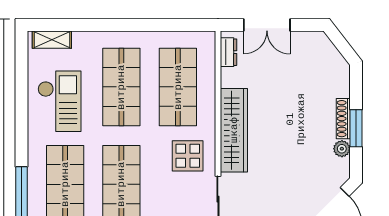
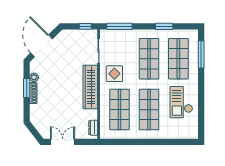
double door: (267, 25) -> (63, 142), moved
shelving: (52, 40) -> (185, 134), removed

